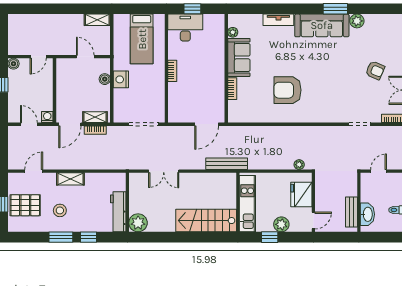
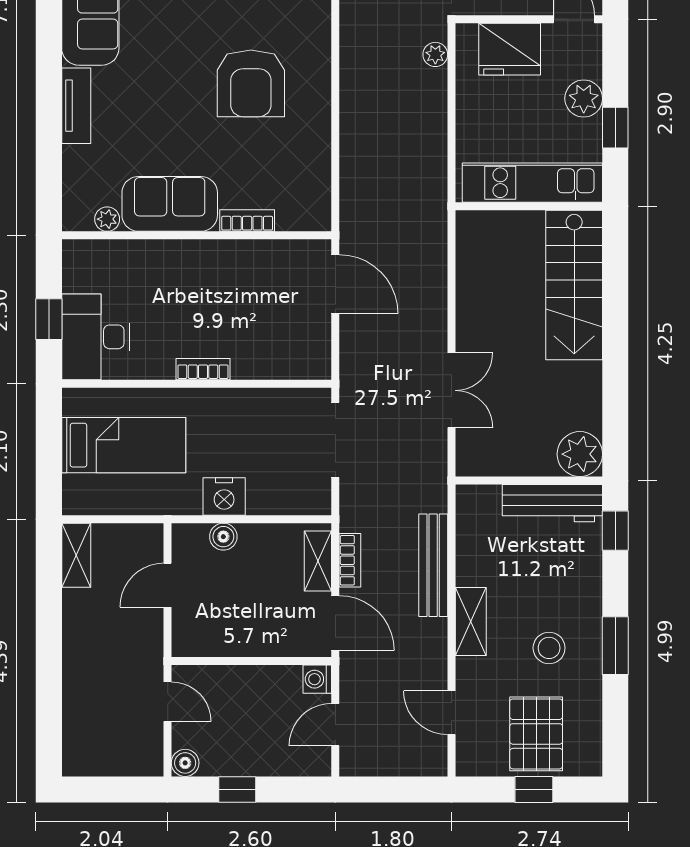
bench: (227, 164) -> (433, 565), moved
window: (88, 237) -> (615, 531), moved

